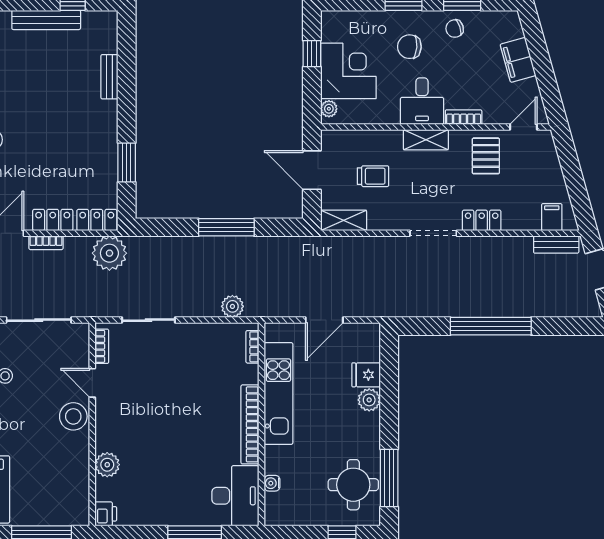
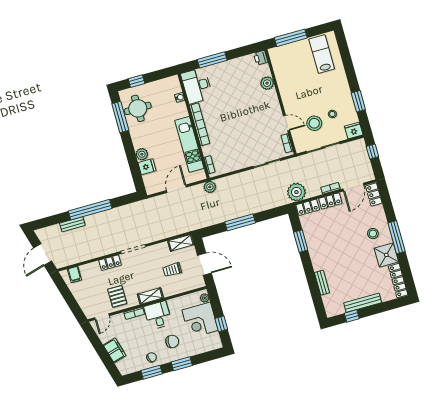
bench: (556, 245) -> (72, 224), moved
plant: (232, 306) -> (210, 187), moved
stool: (73, 416) -> (314, 123), moved

